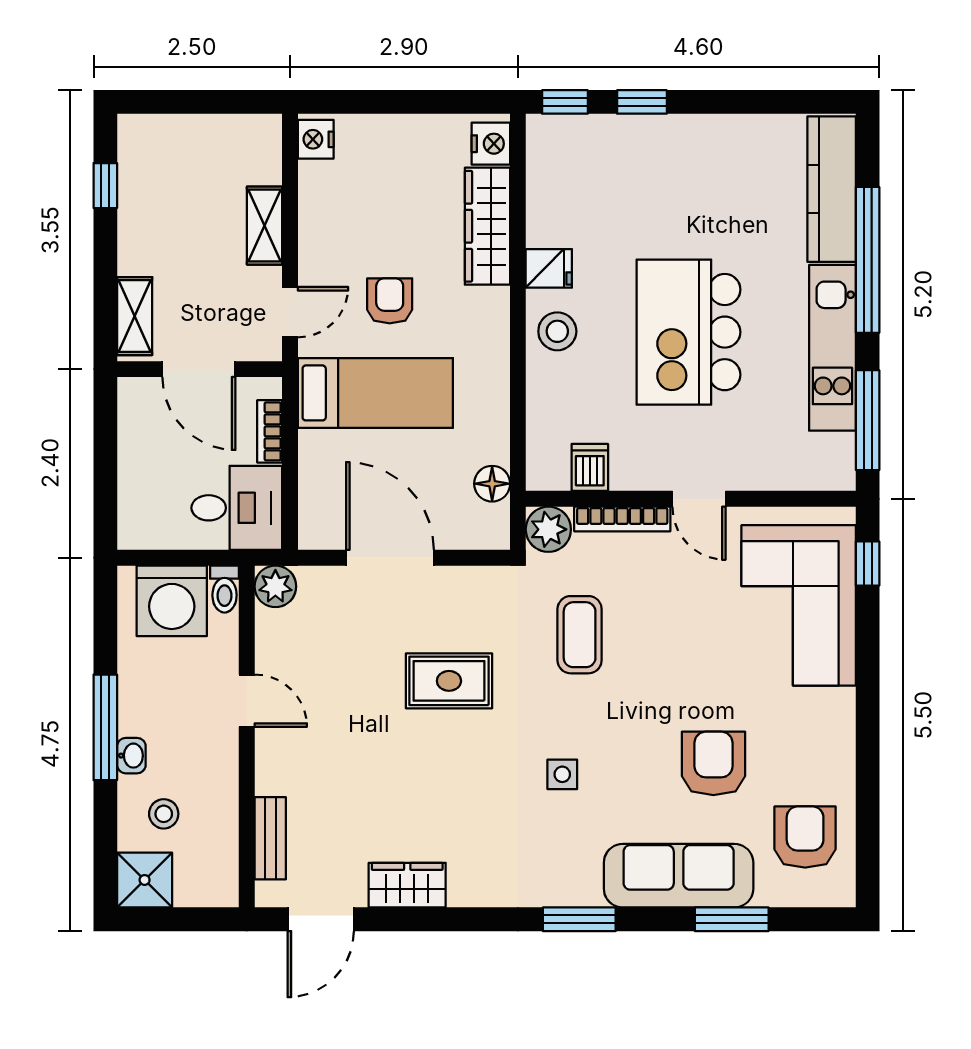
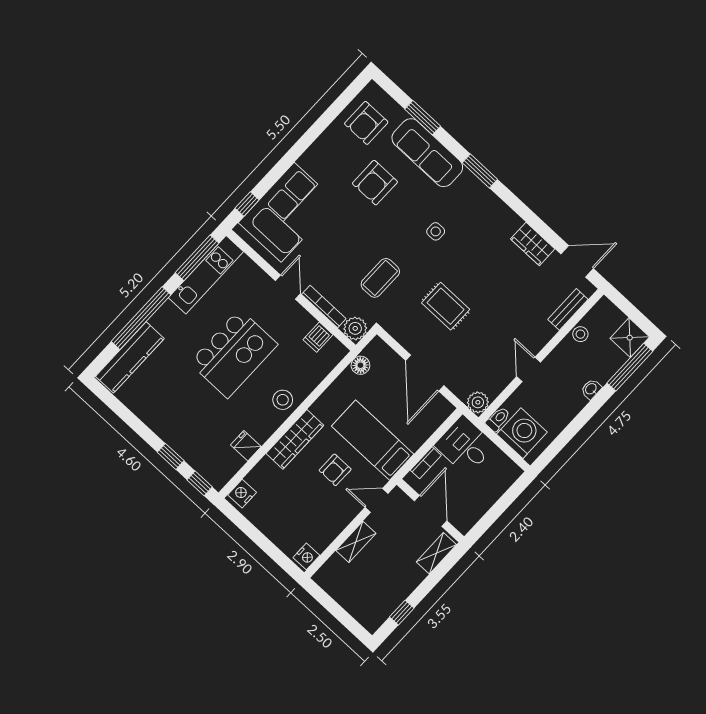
wardrobe: (487, 226) -> (295, 439), moved
fridge: (549, 268) -> (246, 446), moved
kitchen unit: (832, 348) -> (206, 275), moved
window: (105, 727) -> (630, 367), moved
stool: (164, 814) -> (580, 334), moved

